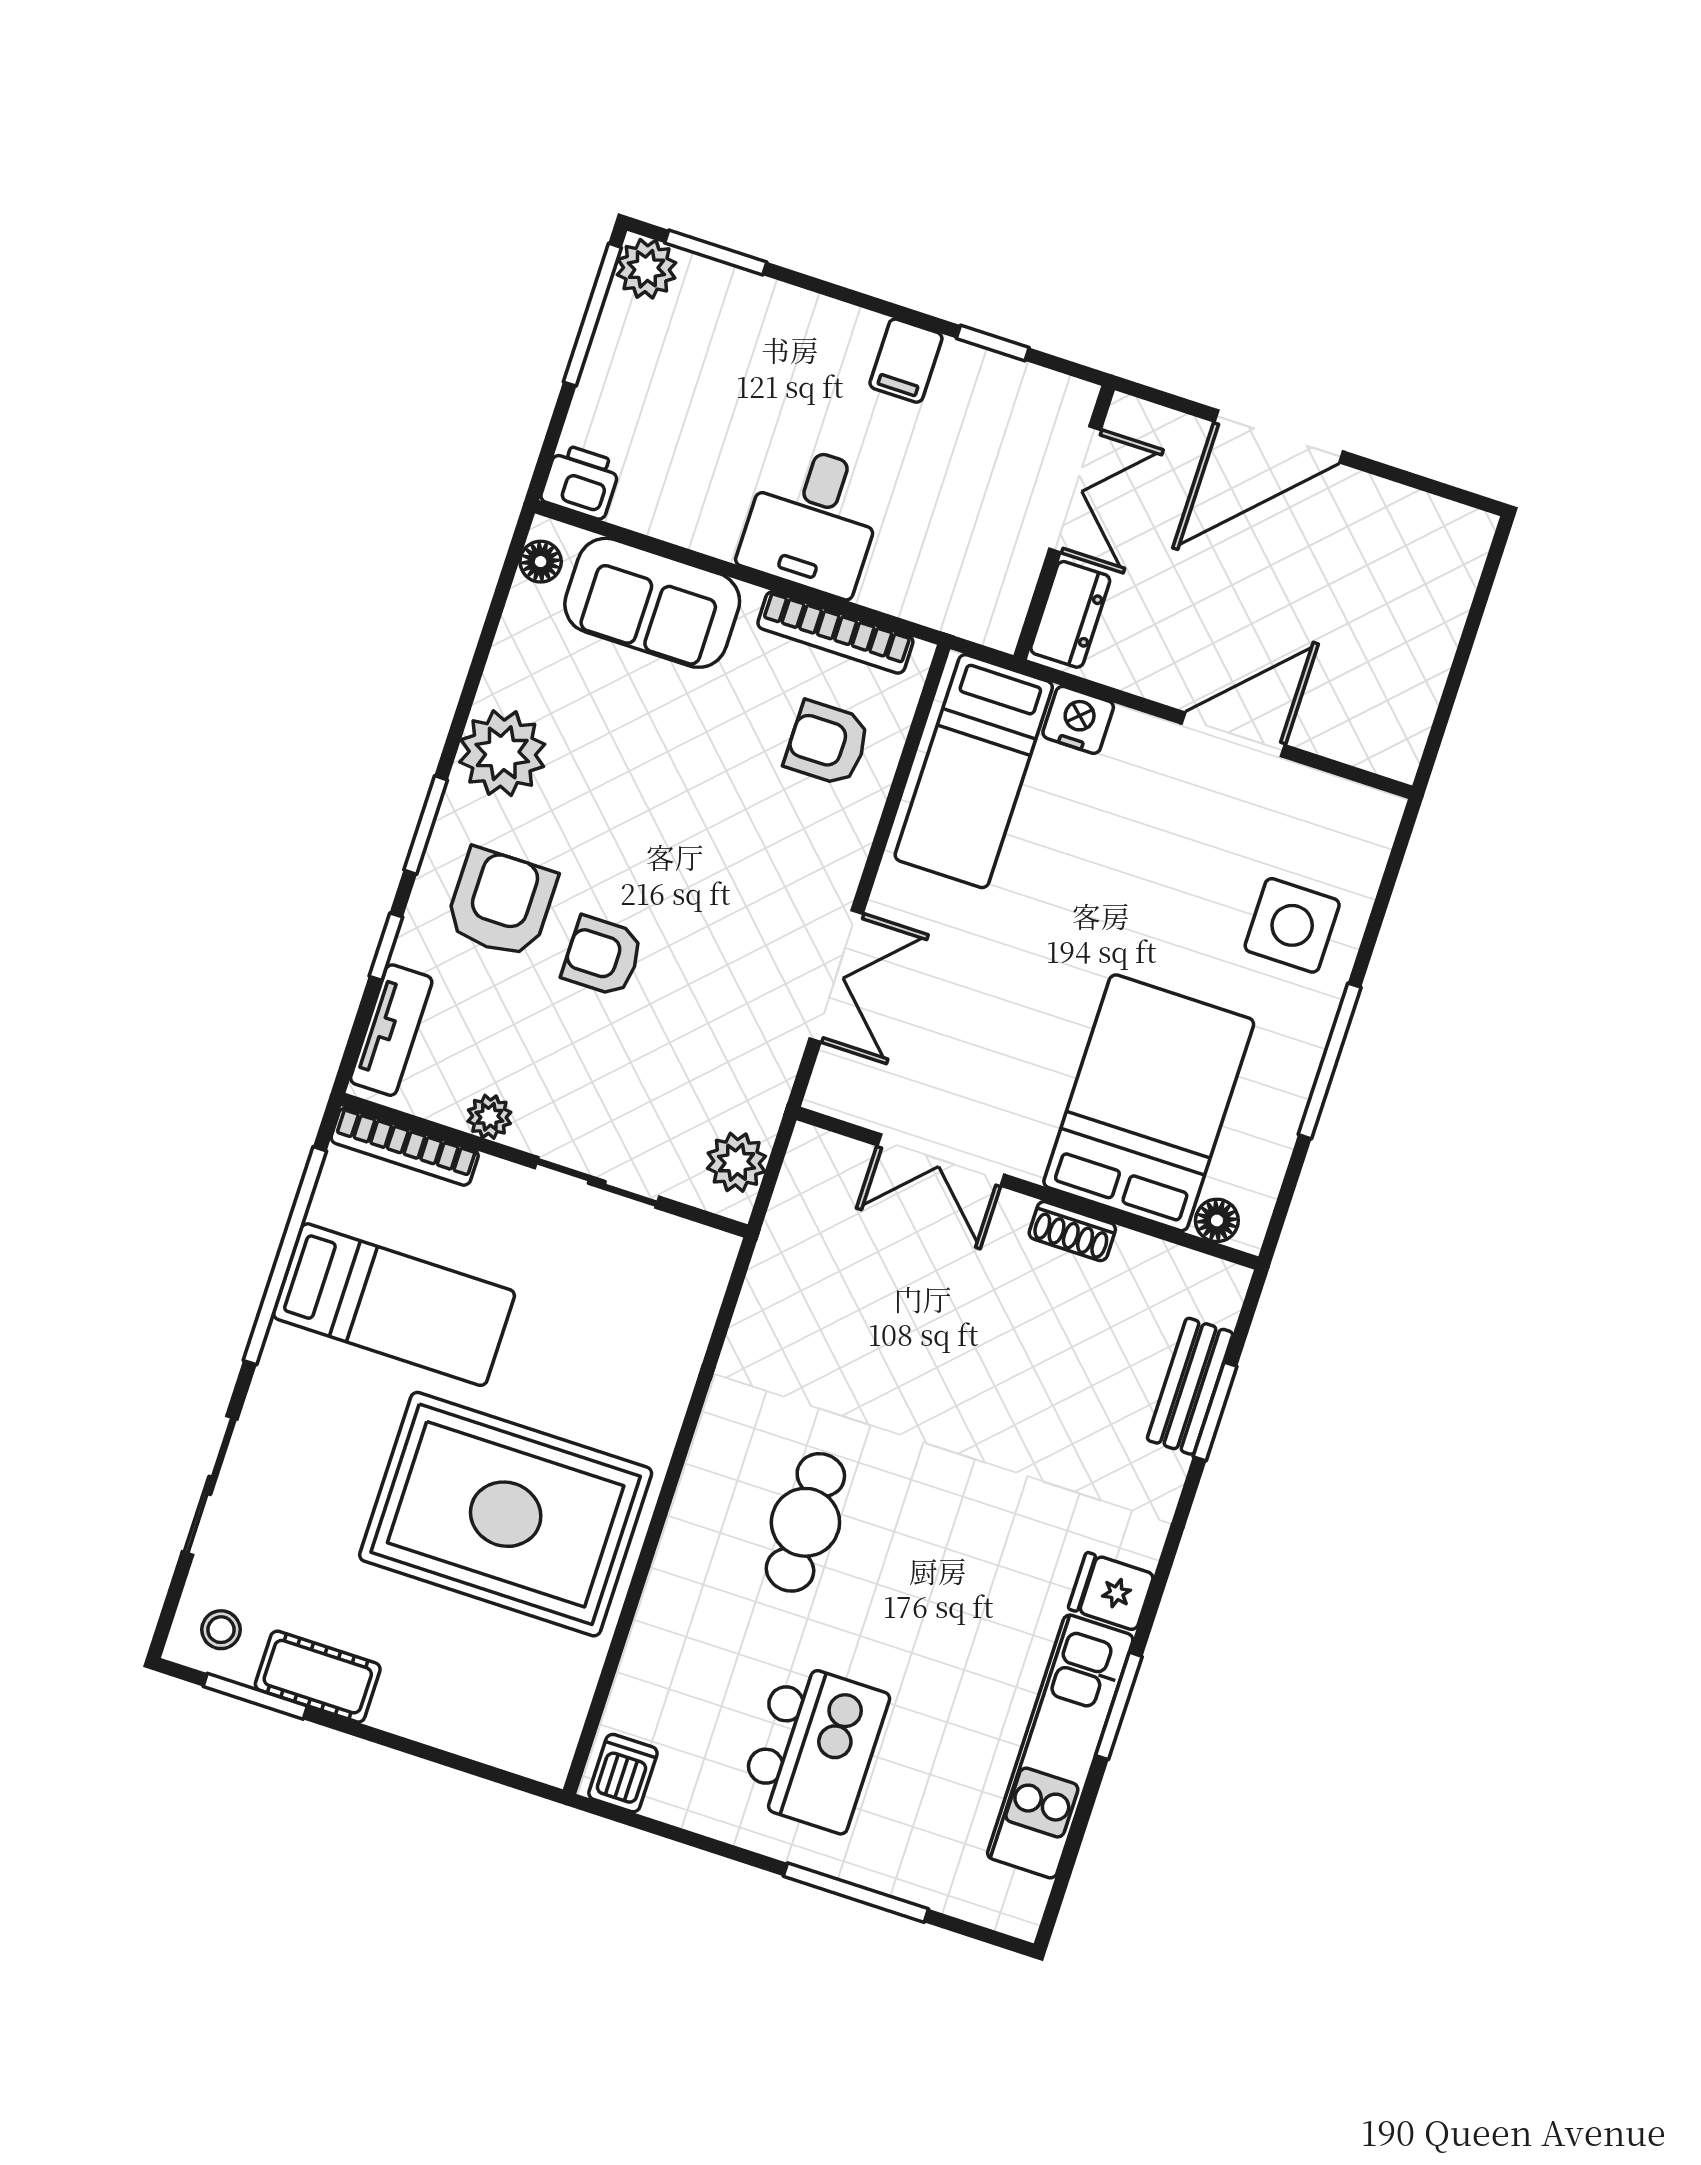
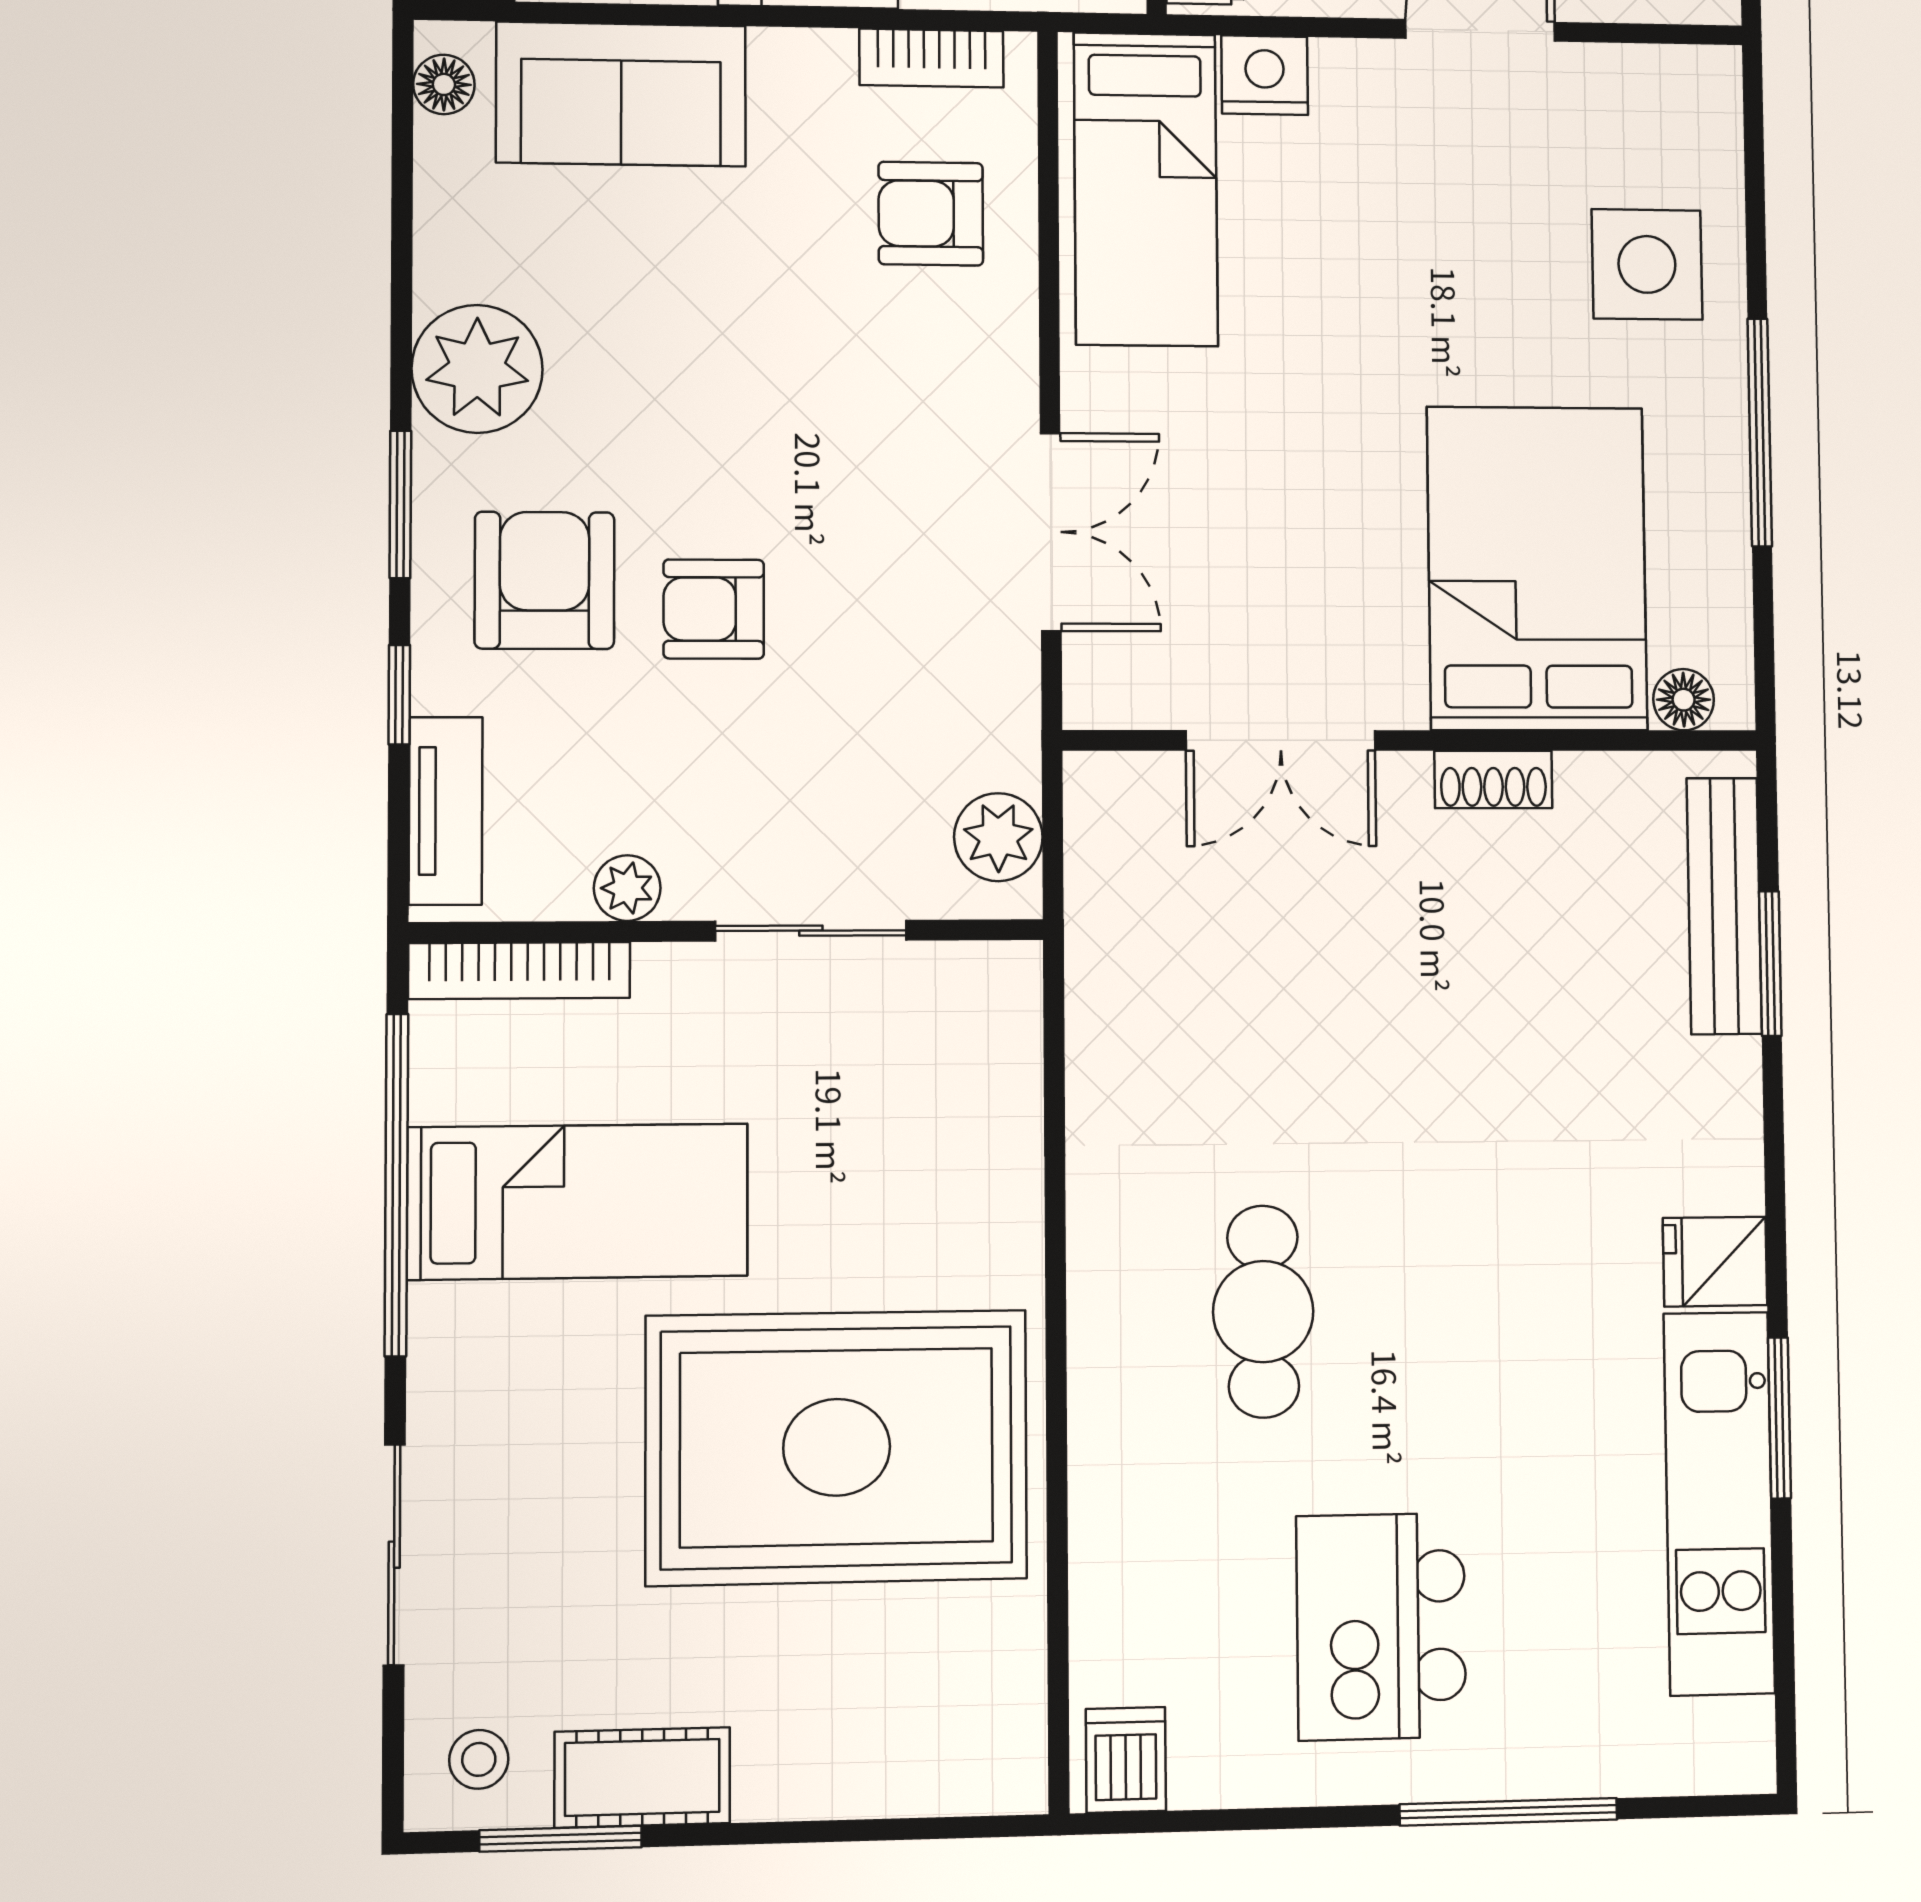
bookcase: (835, 632) -> (931, 58), width x0.64
bench: (1190, 1386) -> (1724, 906), width x1.36
kitchen island: (814, 1747) -> (1381, 1626), turned 180

